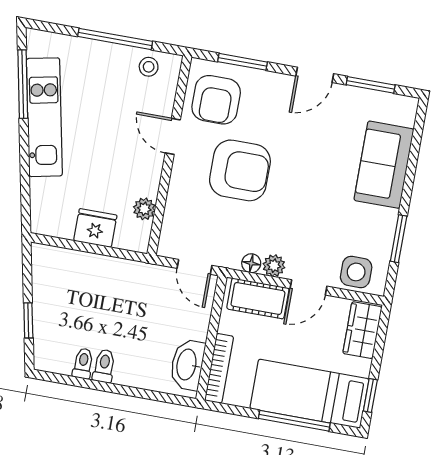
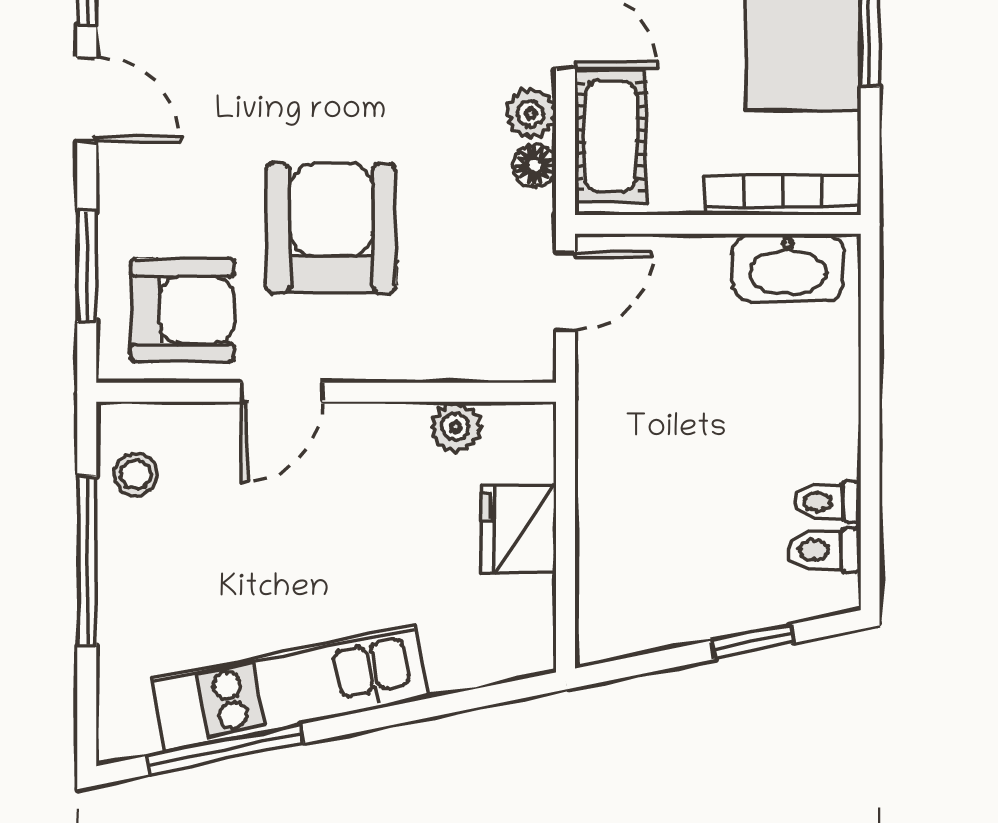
toilet: (104, 366) -> (824, 550), moved

